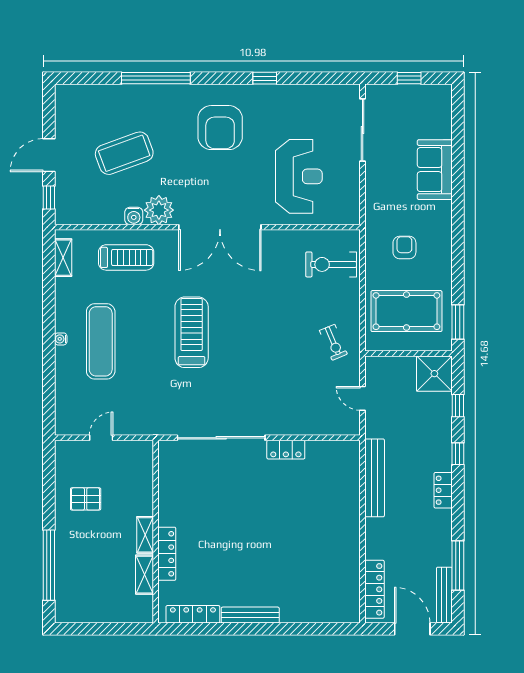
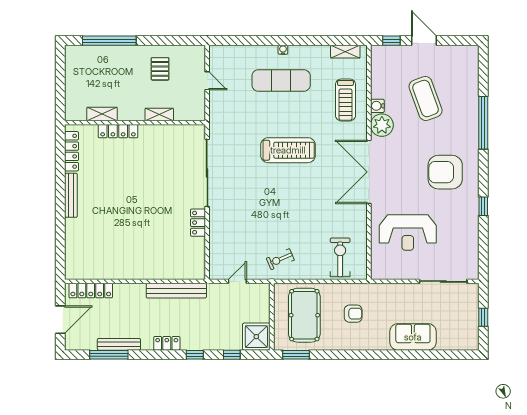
shelving: (145, 535) -> (159, 115), moved
bench: (444, 595) -> (119, 344), moved

